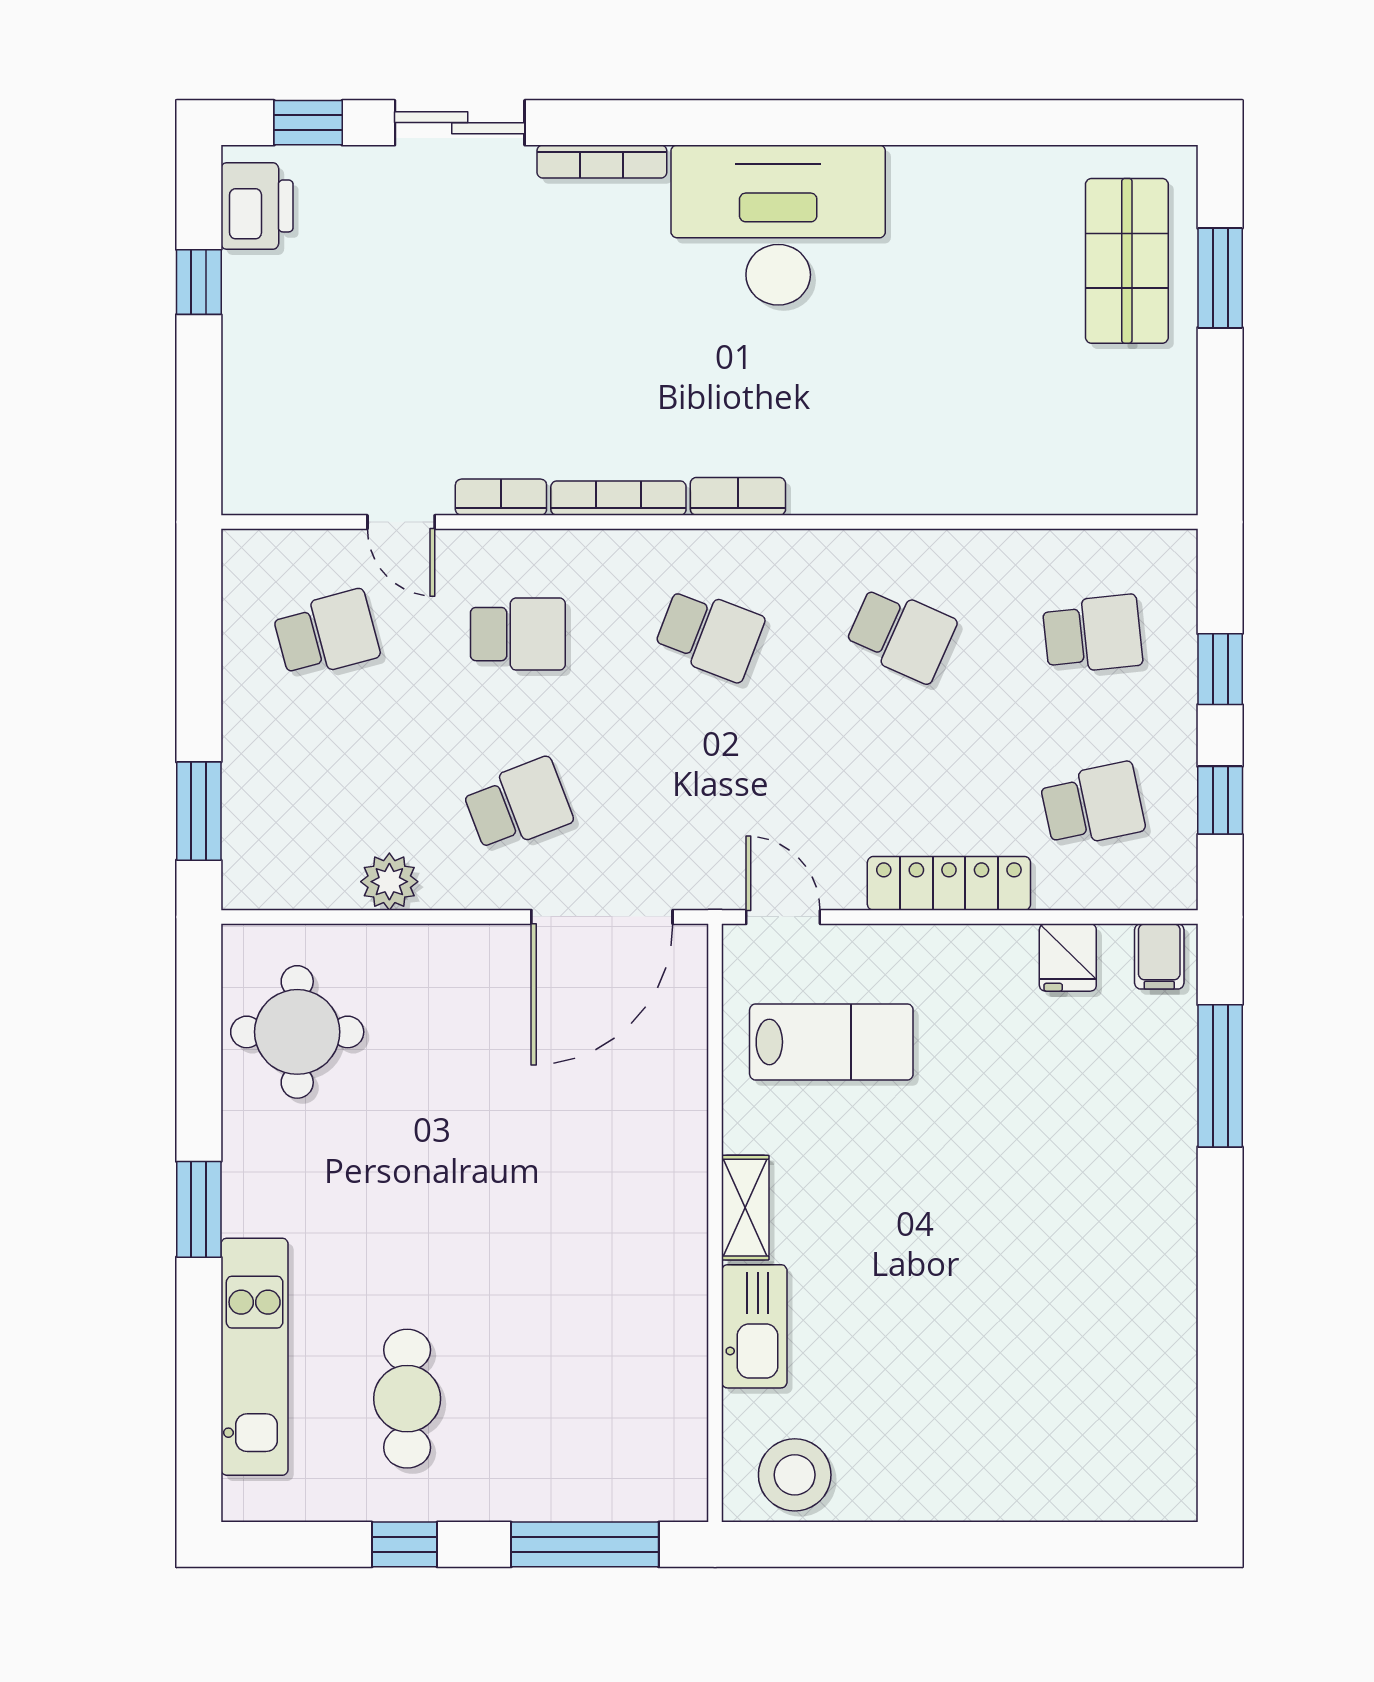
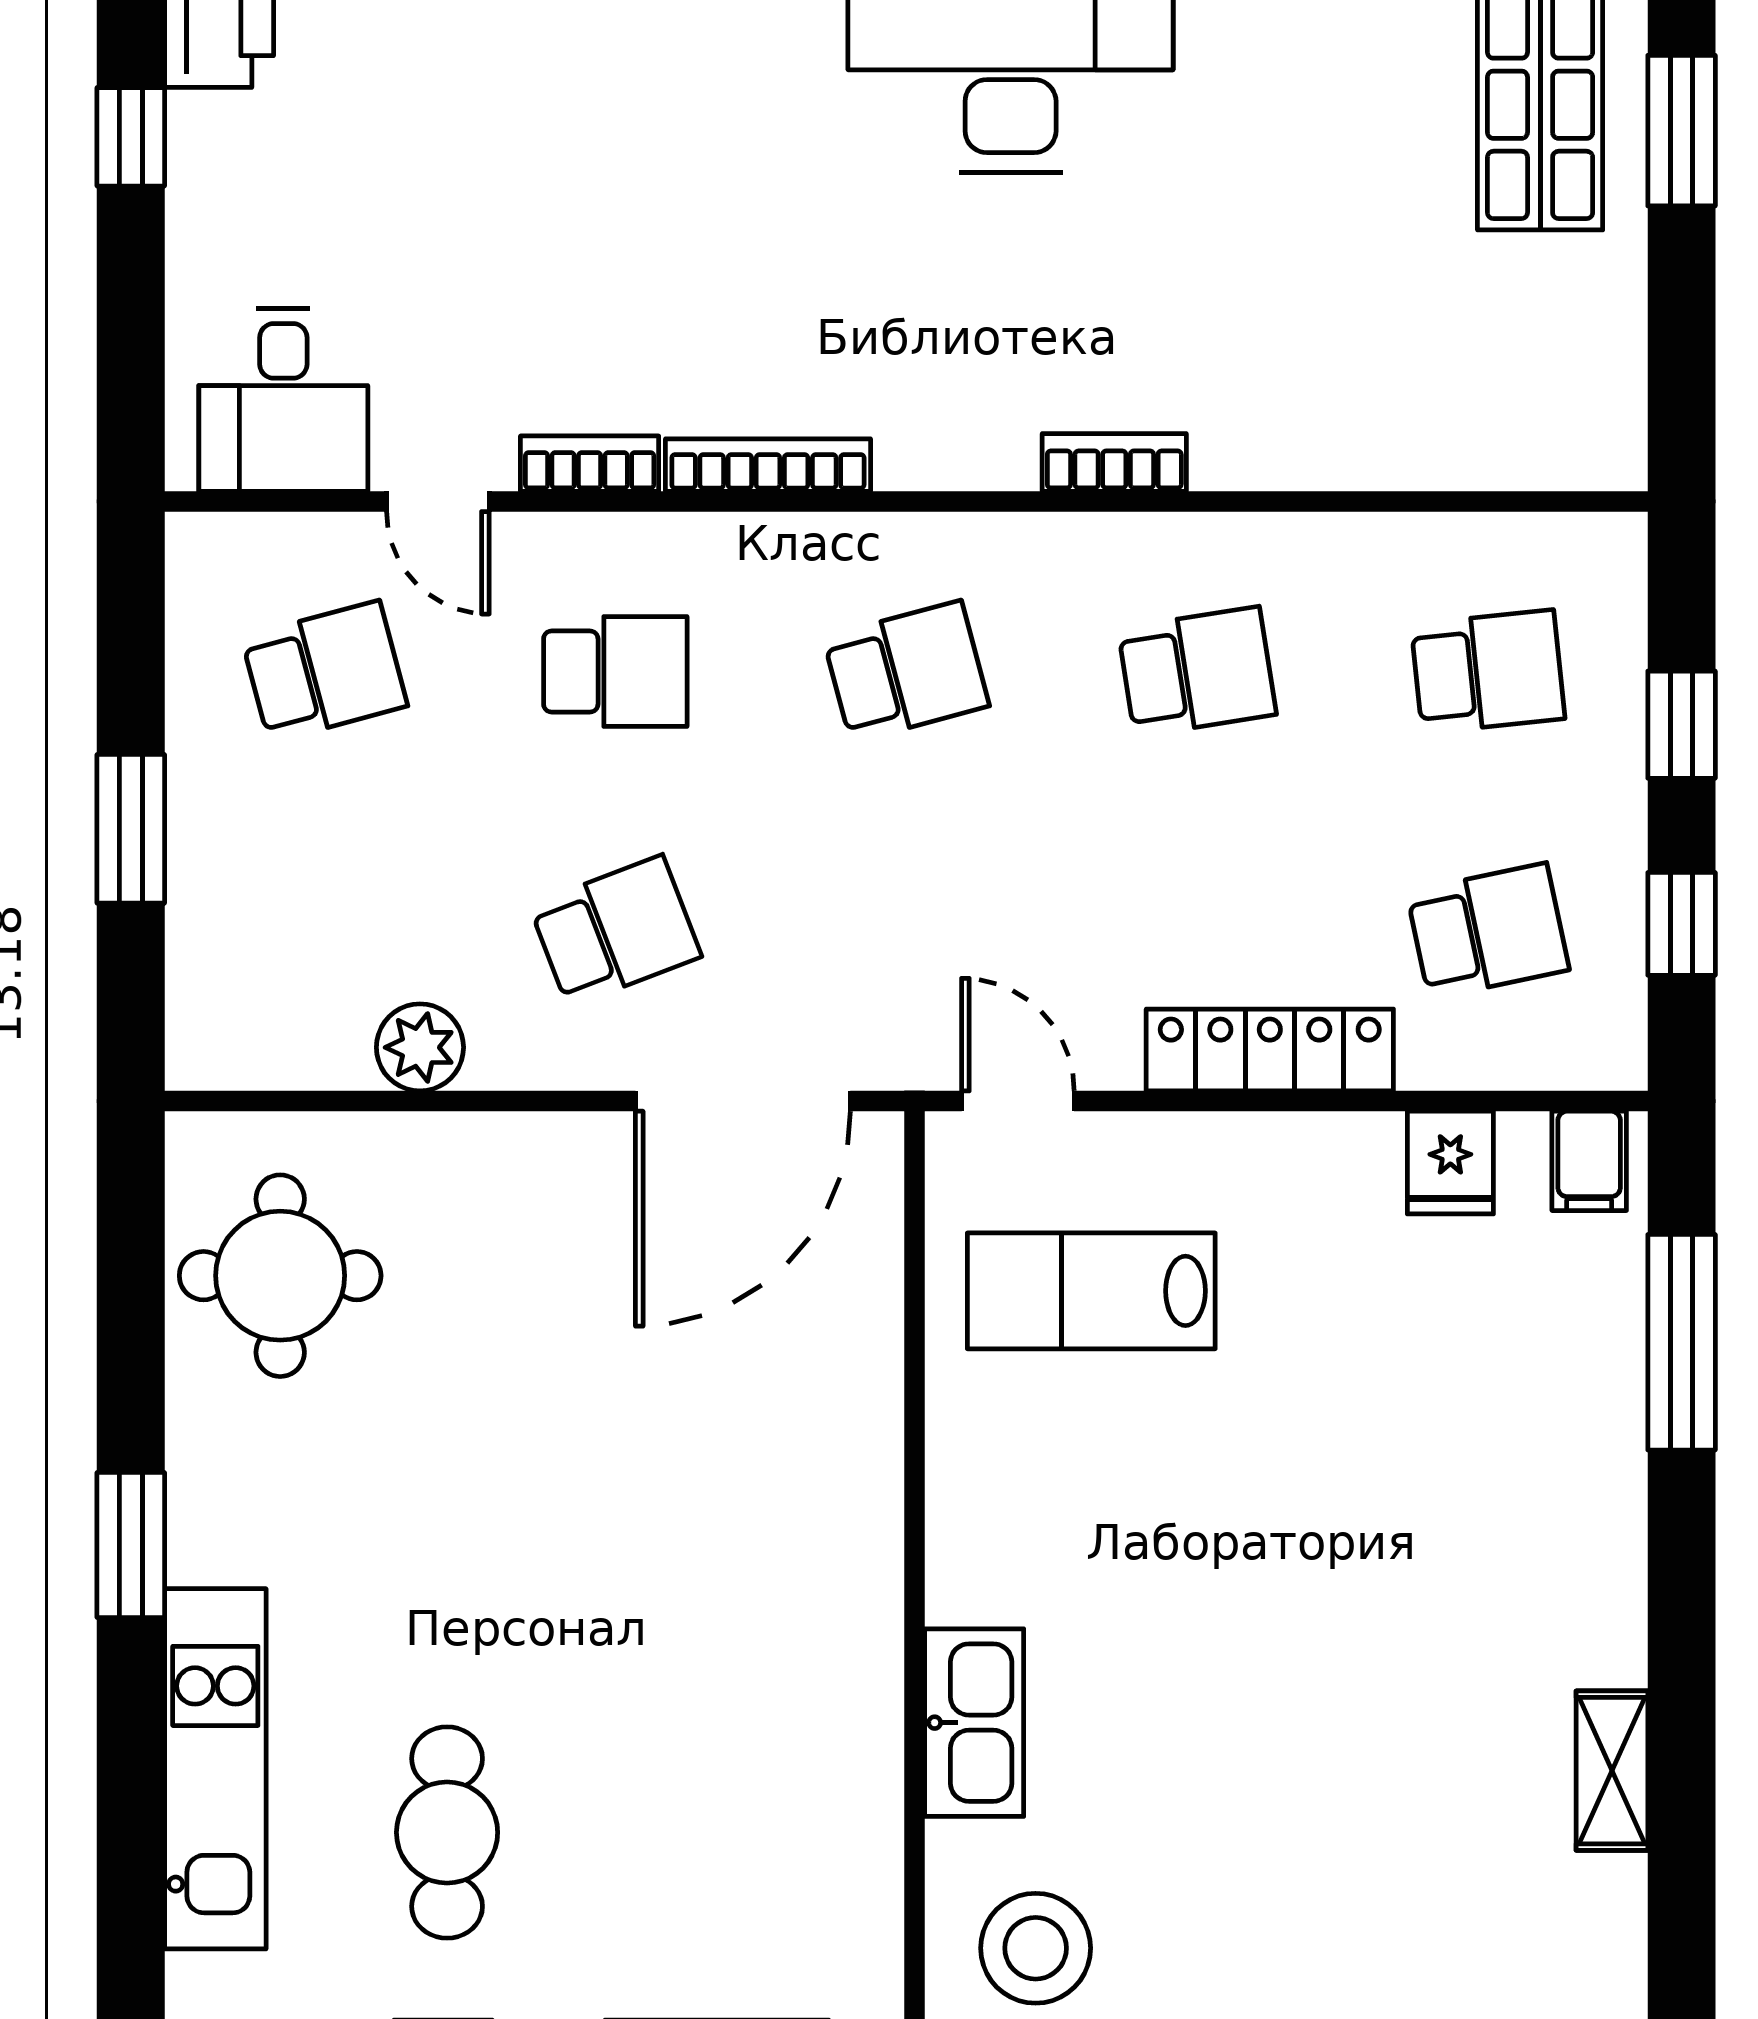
desk: (299, 455) -> (283, 400), added
bookcase: (738, 496) -> (1114, 462), moved
school desk: (709, 634) -> (906, 672), turned -36
school desk: (901, 634) -> (1197, 672), turned -33
window: (199, 811) -> (131, 829), moved
lab bench: (831, 1042) -> (1091, 1291), turned 180
shelving: (745, 1208) -> (1612, 1771), moved

